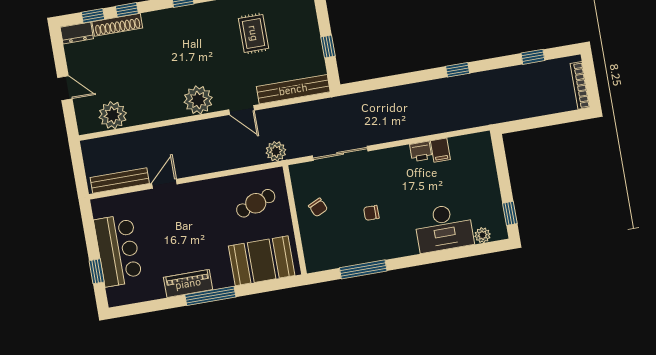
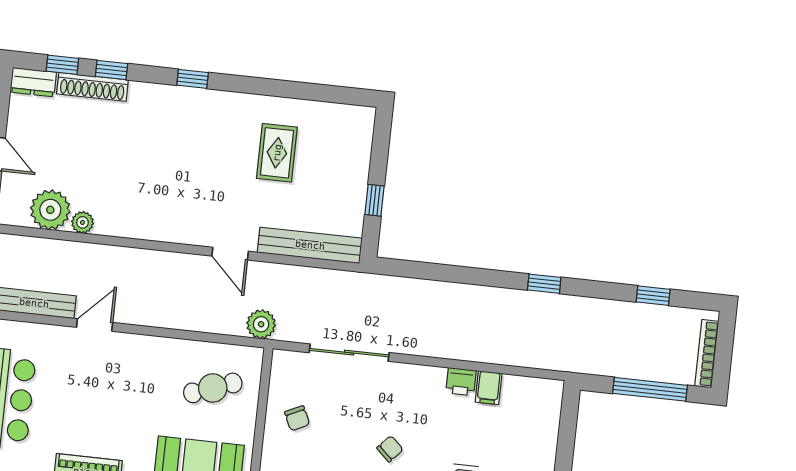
plant: (198, 100) -> (83, 222), moved, width x0.53, depth x0.53
window: (549, 120) -> (650, 389), added
chair: (371, 213) -> (390, 449), moved, turned 133

